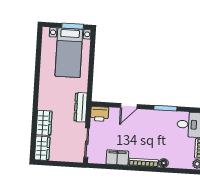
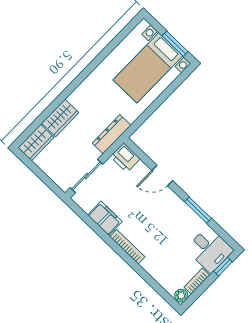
floor lamp: (164, 163) -> (148, 265), removed

